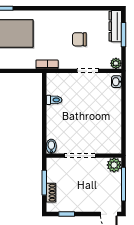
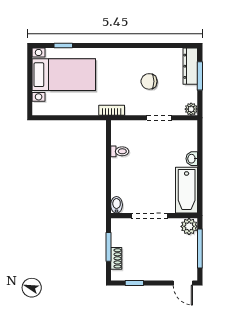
washbasin: (116, 82) -> (192, 159), moved
bathtub: (112, 134) -> (187, 190), added

